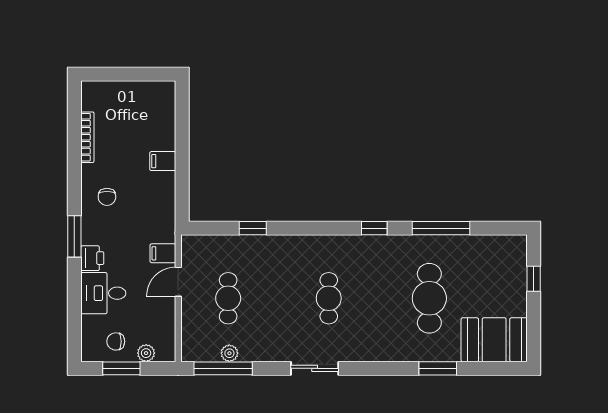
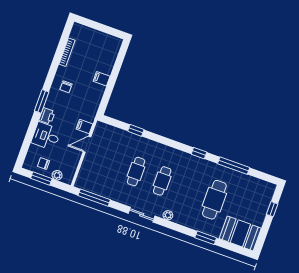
cafe table: (228, 298) -> (136, 172), moved
plant: (229, 353) -> (168, 215), moved

